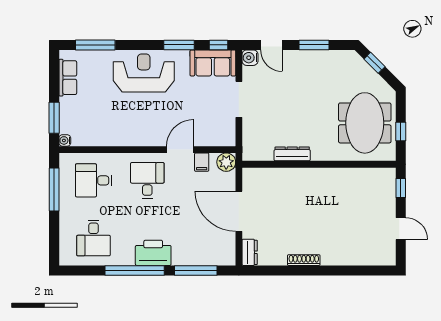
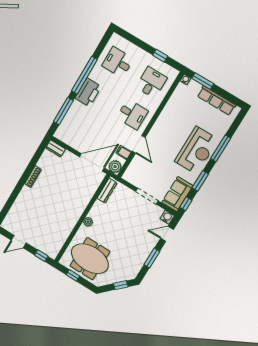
window: (95, 45) -> (221, 148), moved
row of seats: (68, 78) -> (216, 101), width x1.48
dresser: (292, 154) -> (107, 191), moved
plant: (318, 154) -> (88, 222), added
window: (54, 190) -> (160, 56), width x0.46
door: (239, 211) -> (92, 162), moved

